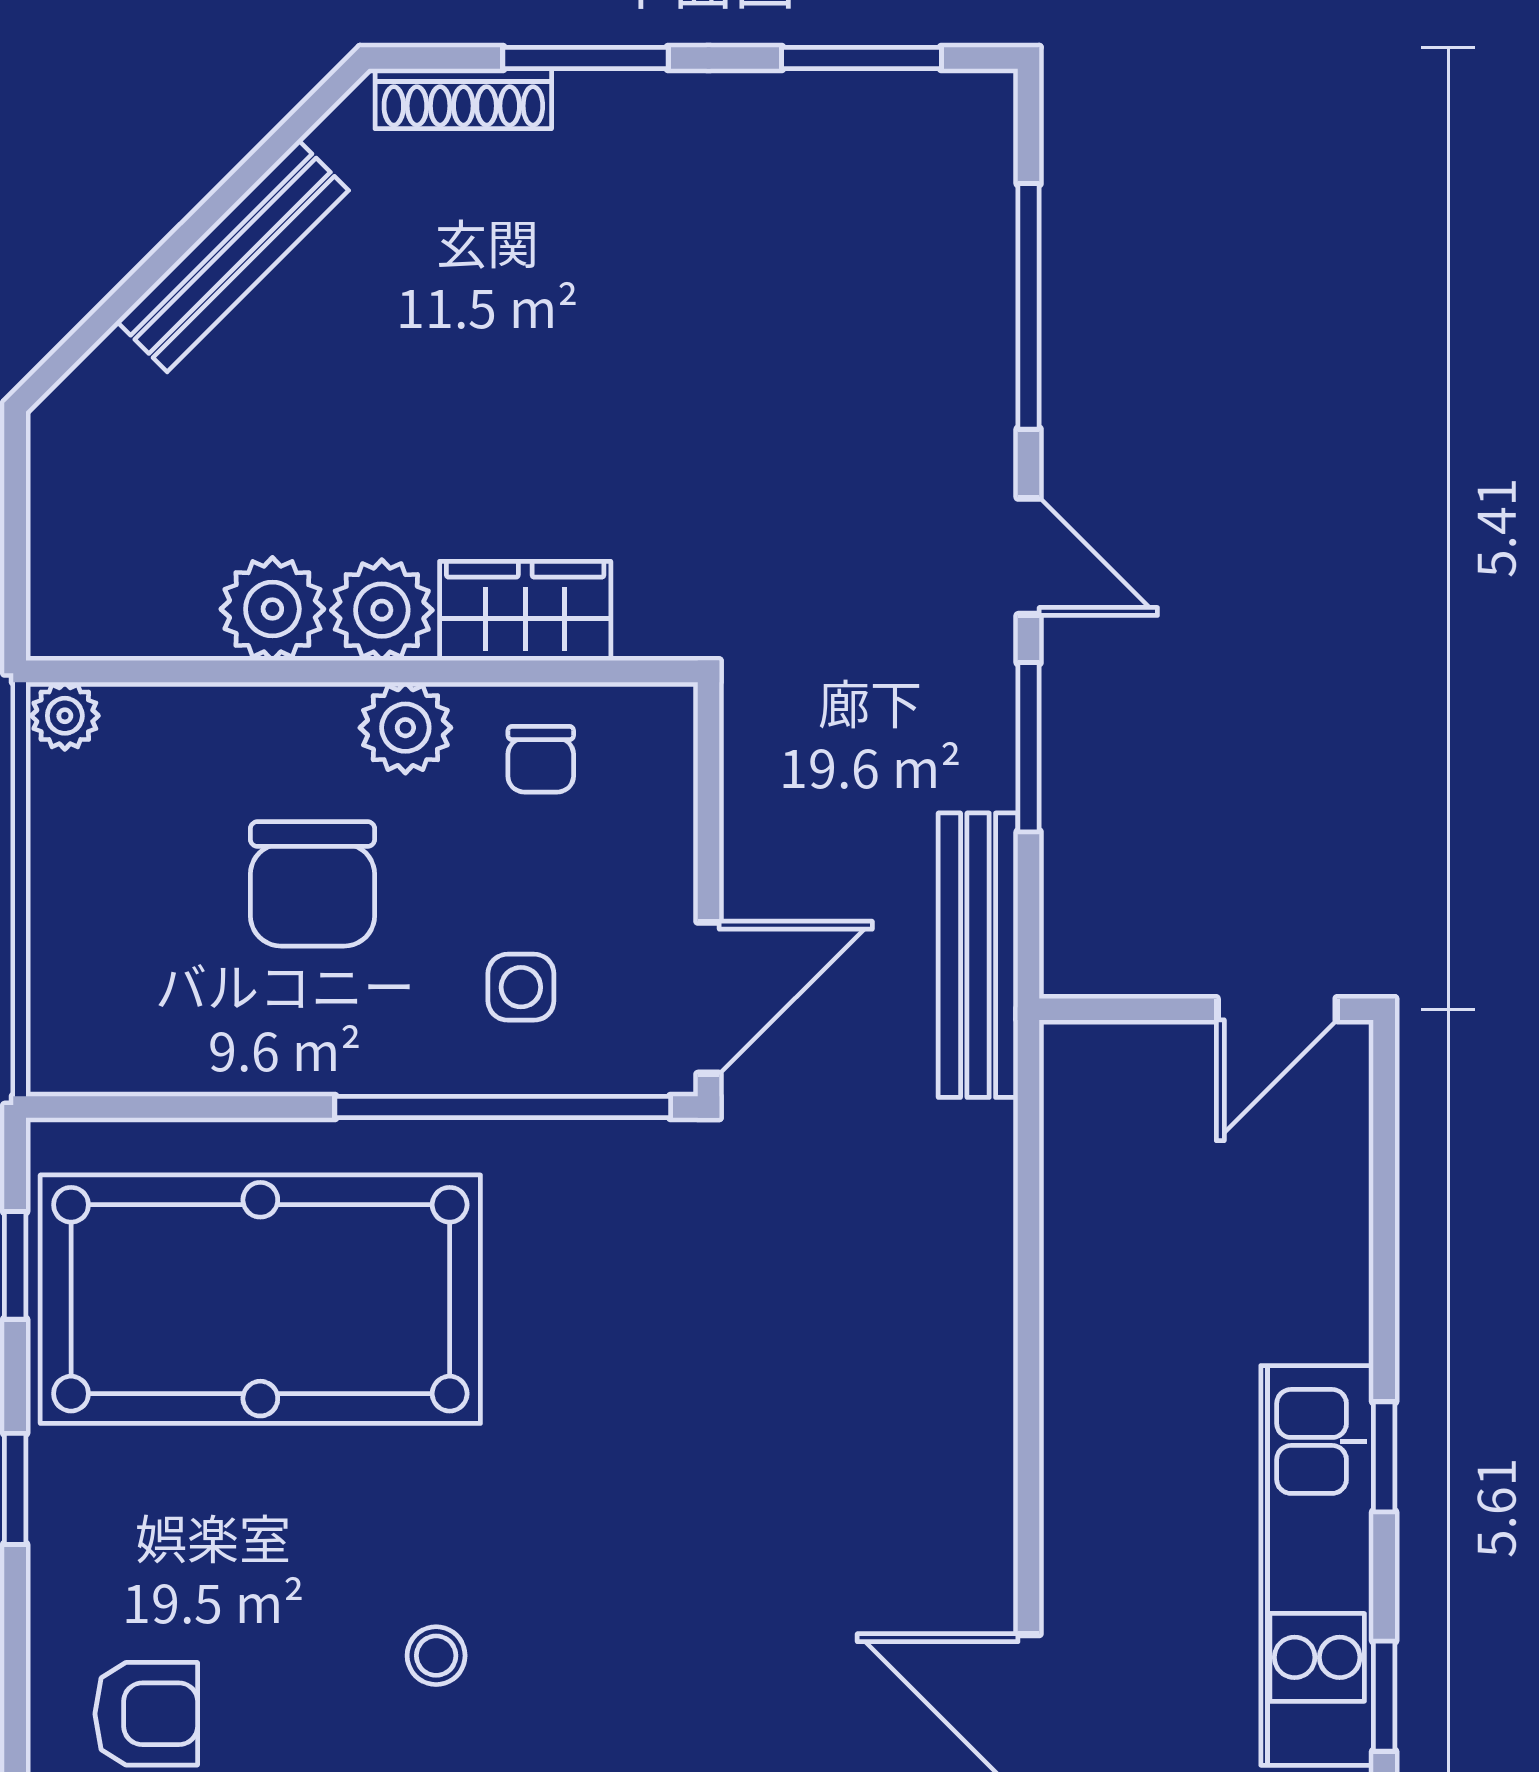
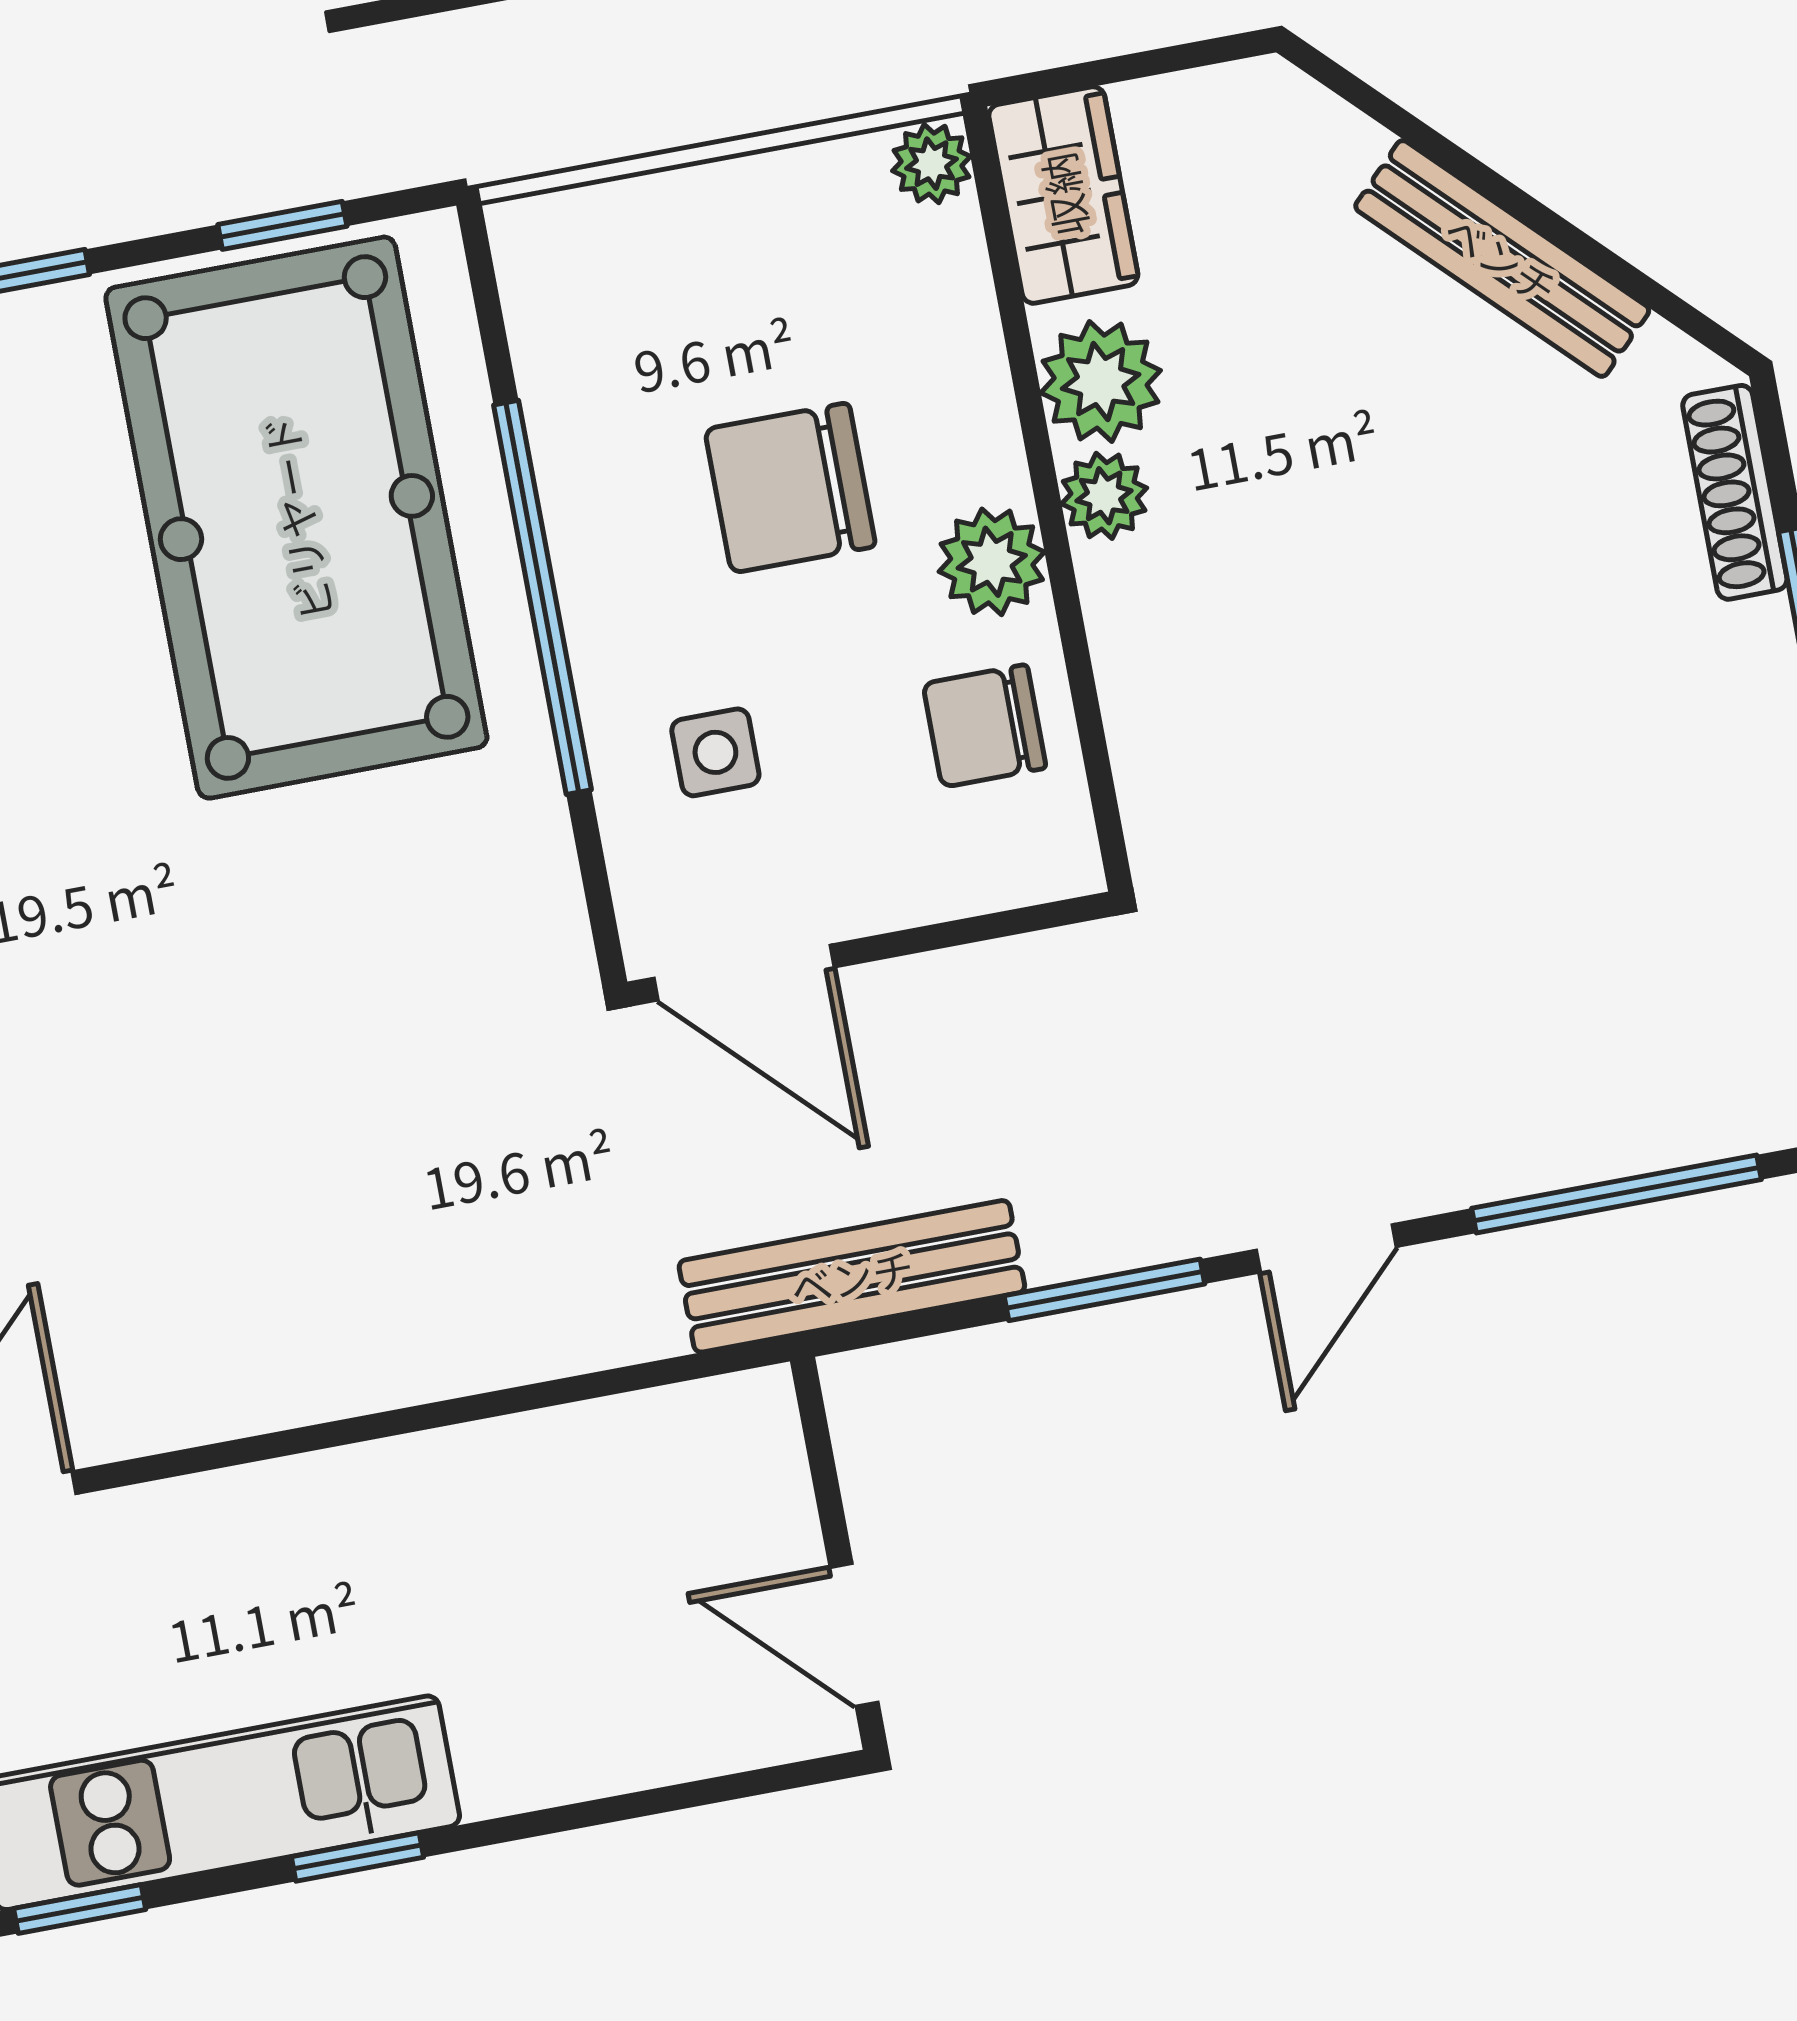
plant: (382, 610) -> (1104, 496), width x0.73, depth x0.73
wardrobe: (525, 611) -> (1063, 195), moved
chair: (541, 759) -> (984, 726), width x1.37, depth x1.37
window: (503, 1107) -> (542, 597), moved

